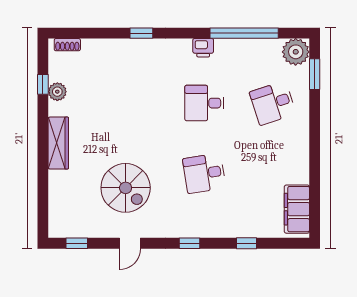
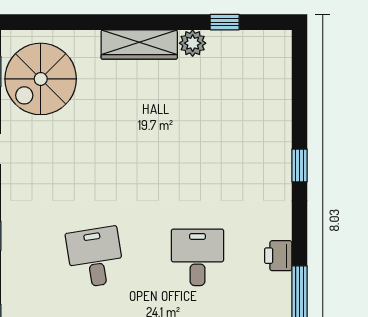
shoe rack: (67, 45) -> (283, 58), removed
plant: (57, 92) -> (193, 43), moved
spiral stairs: (126, 188) -> (41, 79), moved

